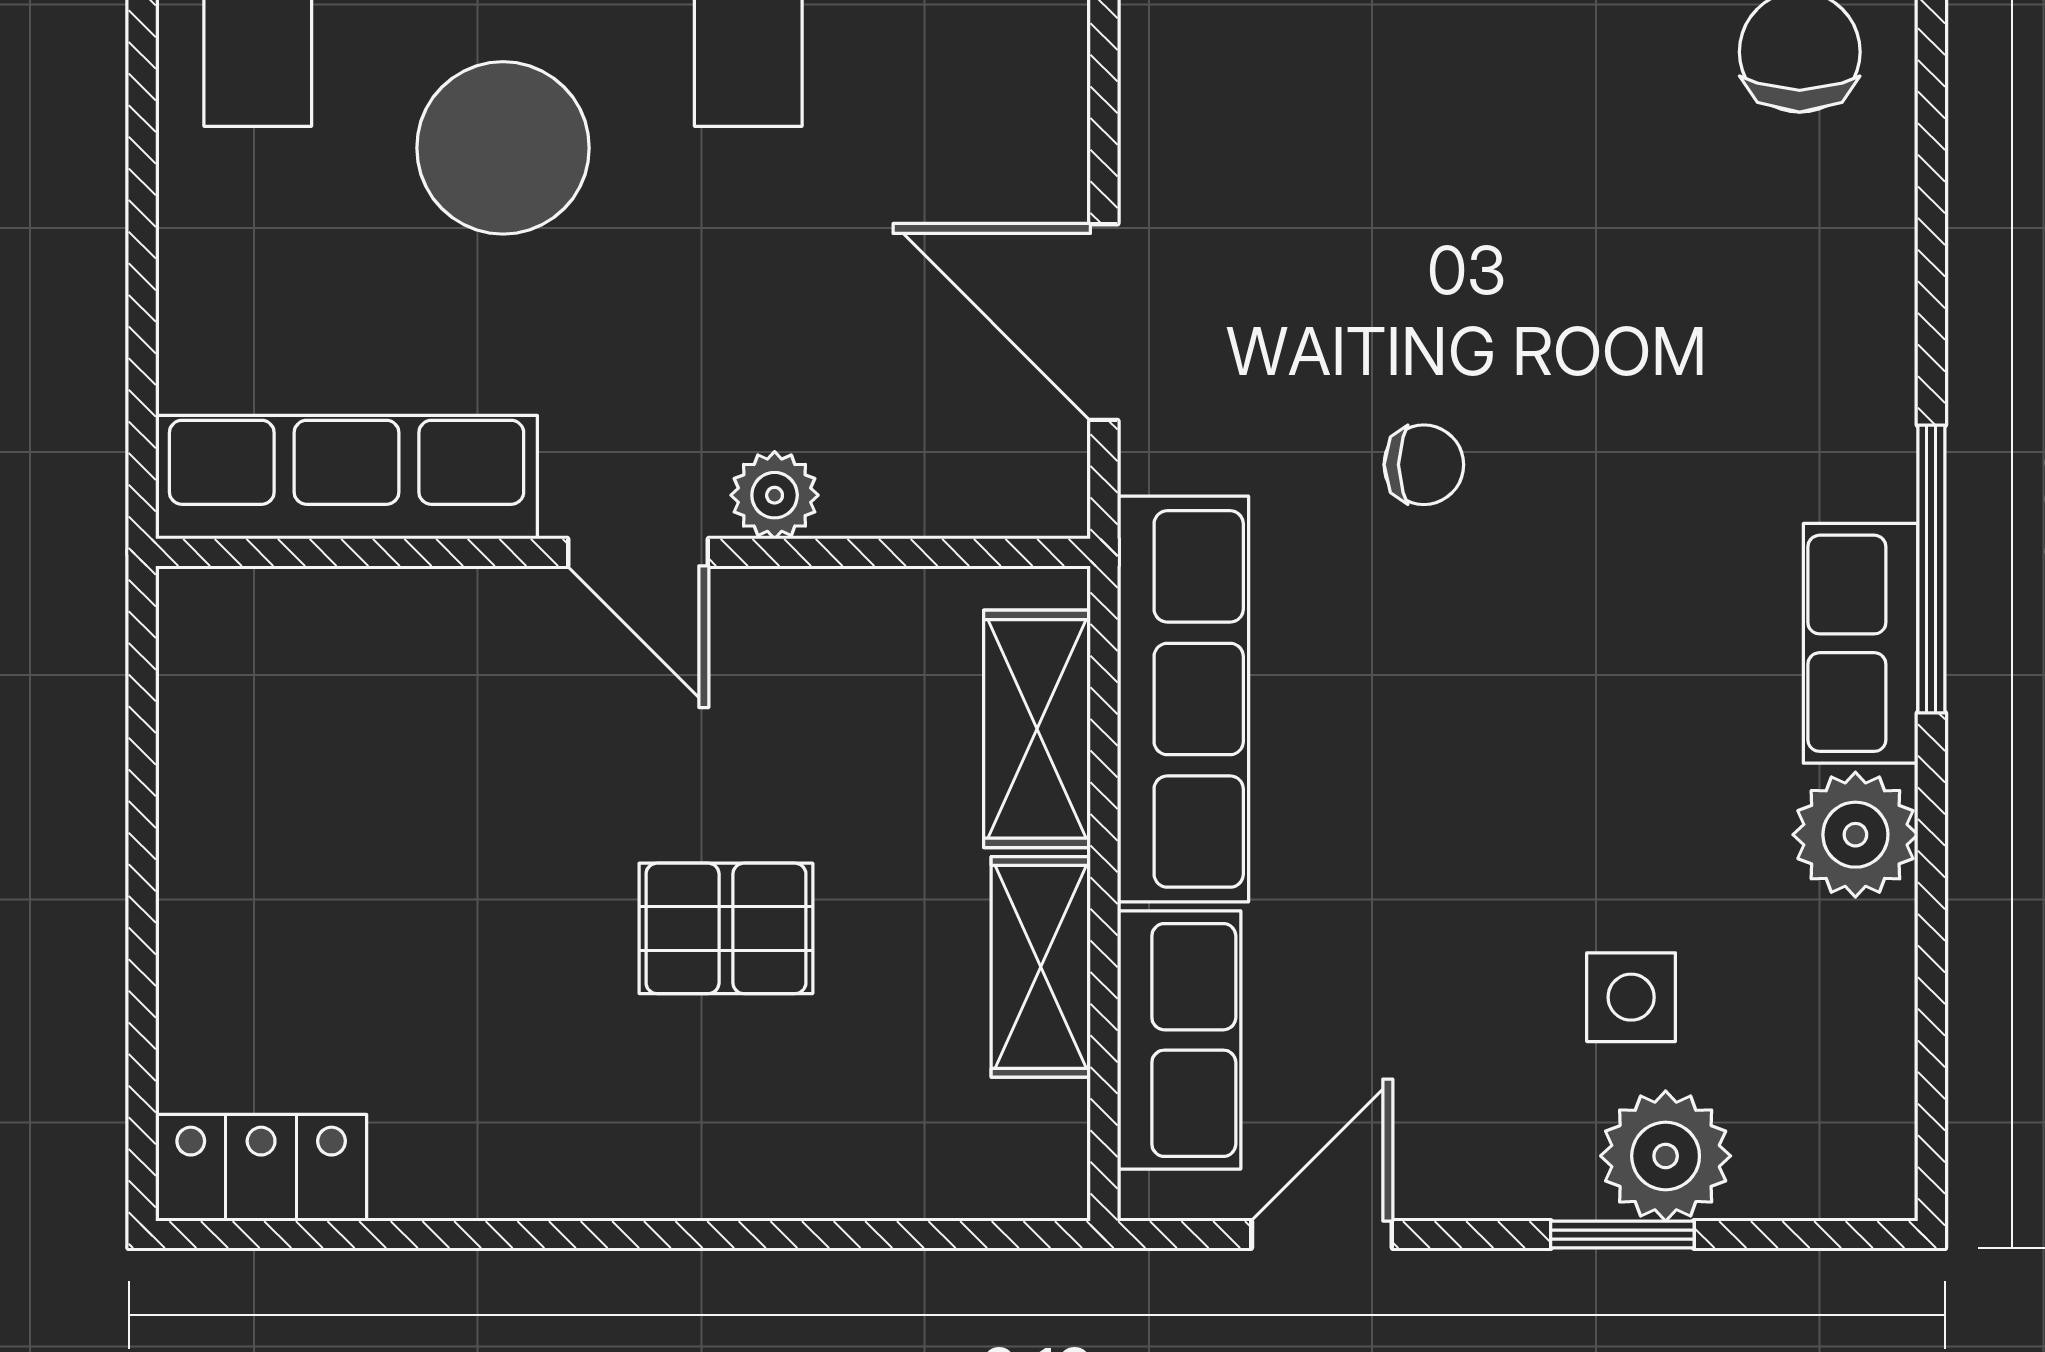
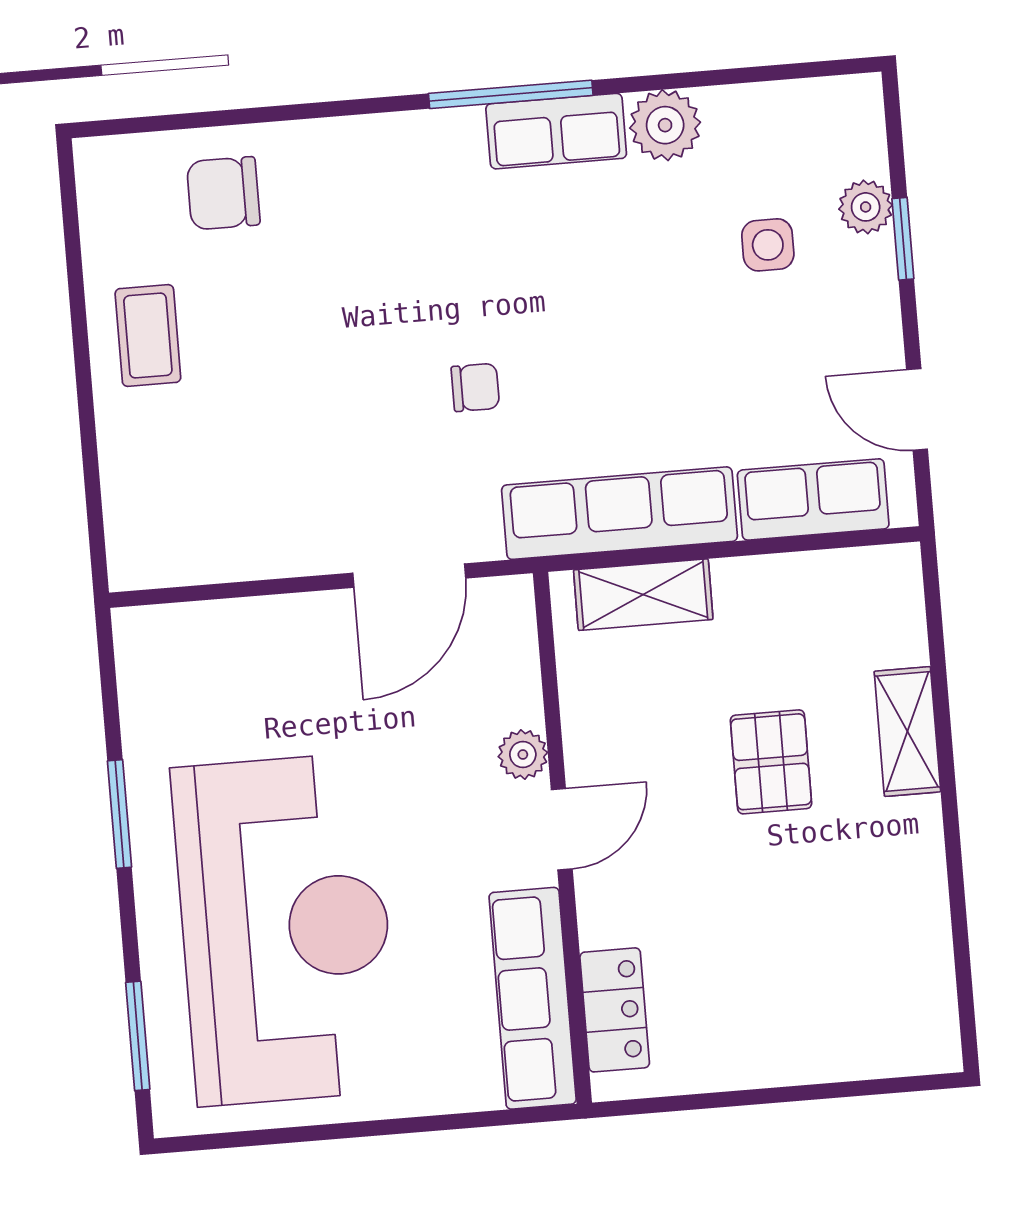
chair: (1424, 465) -> (475, 387), turned 90
shelving: (1041, 967) -> (907, 732), moved, turned 90
plant: (1666, 1156) -> (866, 207), width x0.73, depth x0.73
locker: (261, 1168) -> (615, 1010), moved, turned 180

